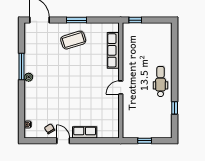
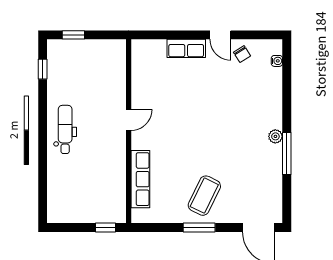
coffee table: (73, 40) -> (204, 196), turned -47
dental chair: (161, 82) -> (65, 129), turned 180
window: (175, 108) -> (43, 69), moved
window: (145, 141) -> (73, 35), moved

